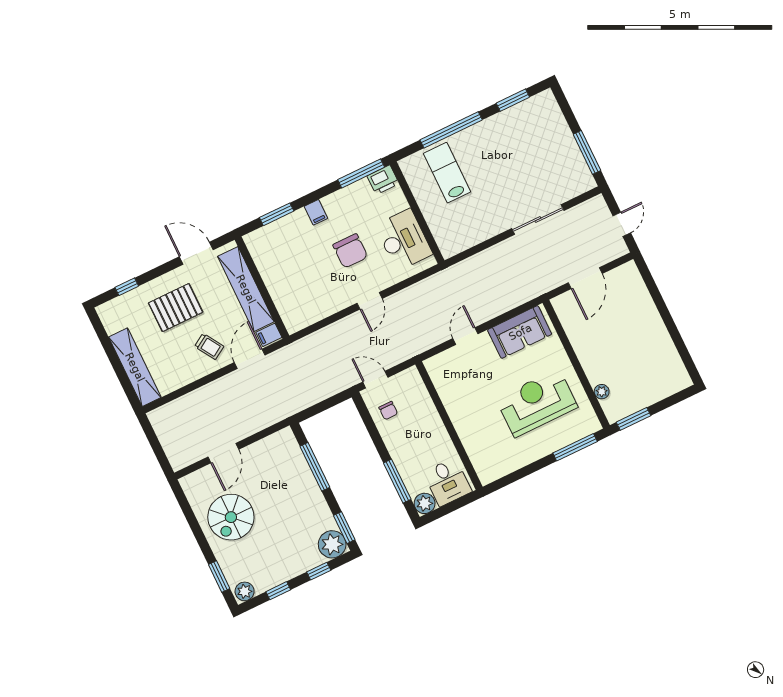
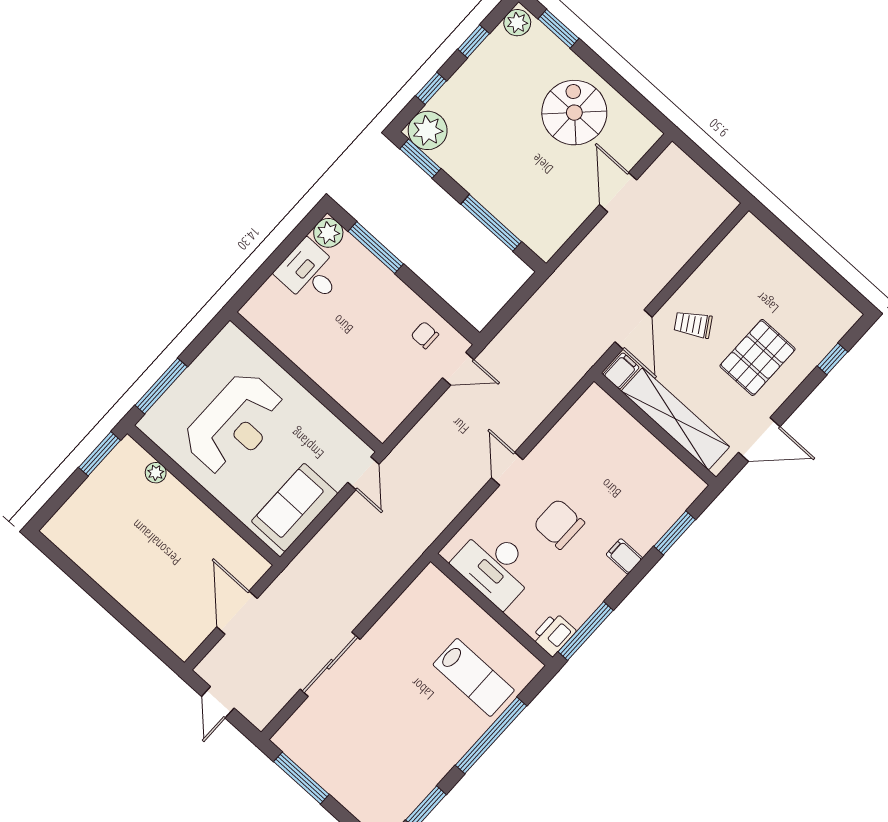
shelving: (135, 367) -> (779, 258), removed
wall: (449, 426) -> (306, 382), moved

